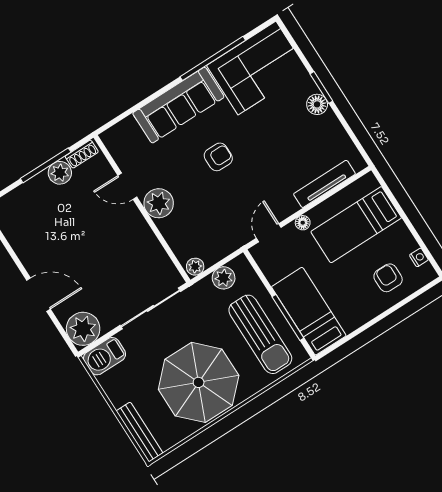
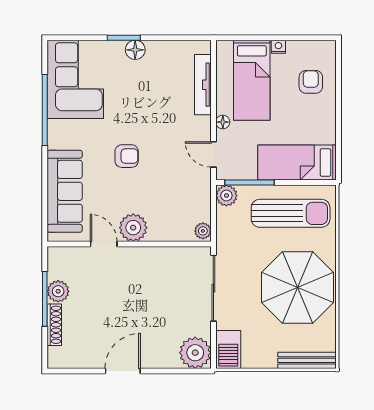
sofa: (178, 105) -> (65, 191), moved
shoe rack: (82, 154) -> (54, 325), moved, width x1.43
armchair: (218, 157) -> (127, 156), turned 90
door: (127, 186) -> (104, 244), swing flipped
nightstand: (419, 257) -> (278, 47), moved
plant: (224, 278) -> (226, 196), moved
armchair: (388, 278) -> (311, 82), turned 90
door: (39, 295) -> (123, 371), moved
window: (288, 317) -> (249, 182), moved

